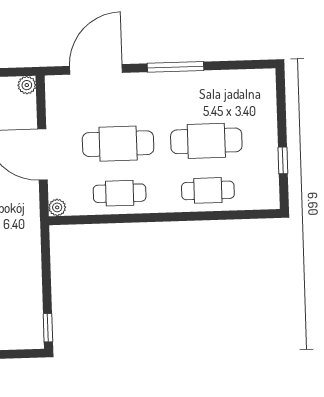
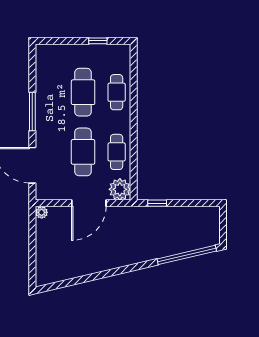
plant: (57, 207) -> (120, 189), width x1.88, depth x1.88
window: (48, 328) -> (157, 203), moved

